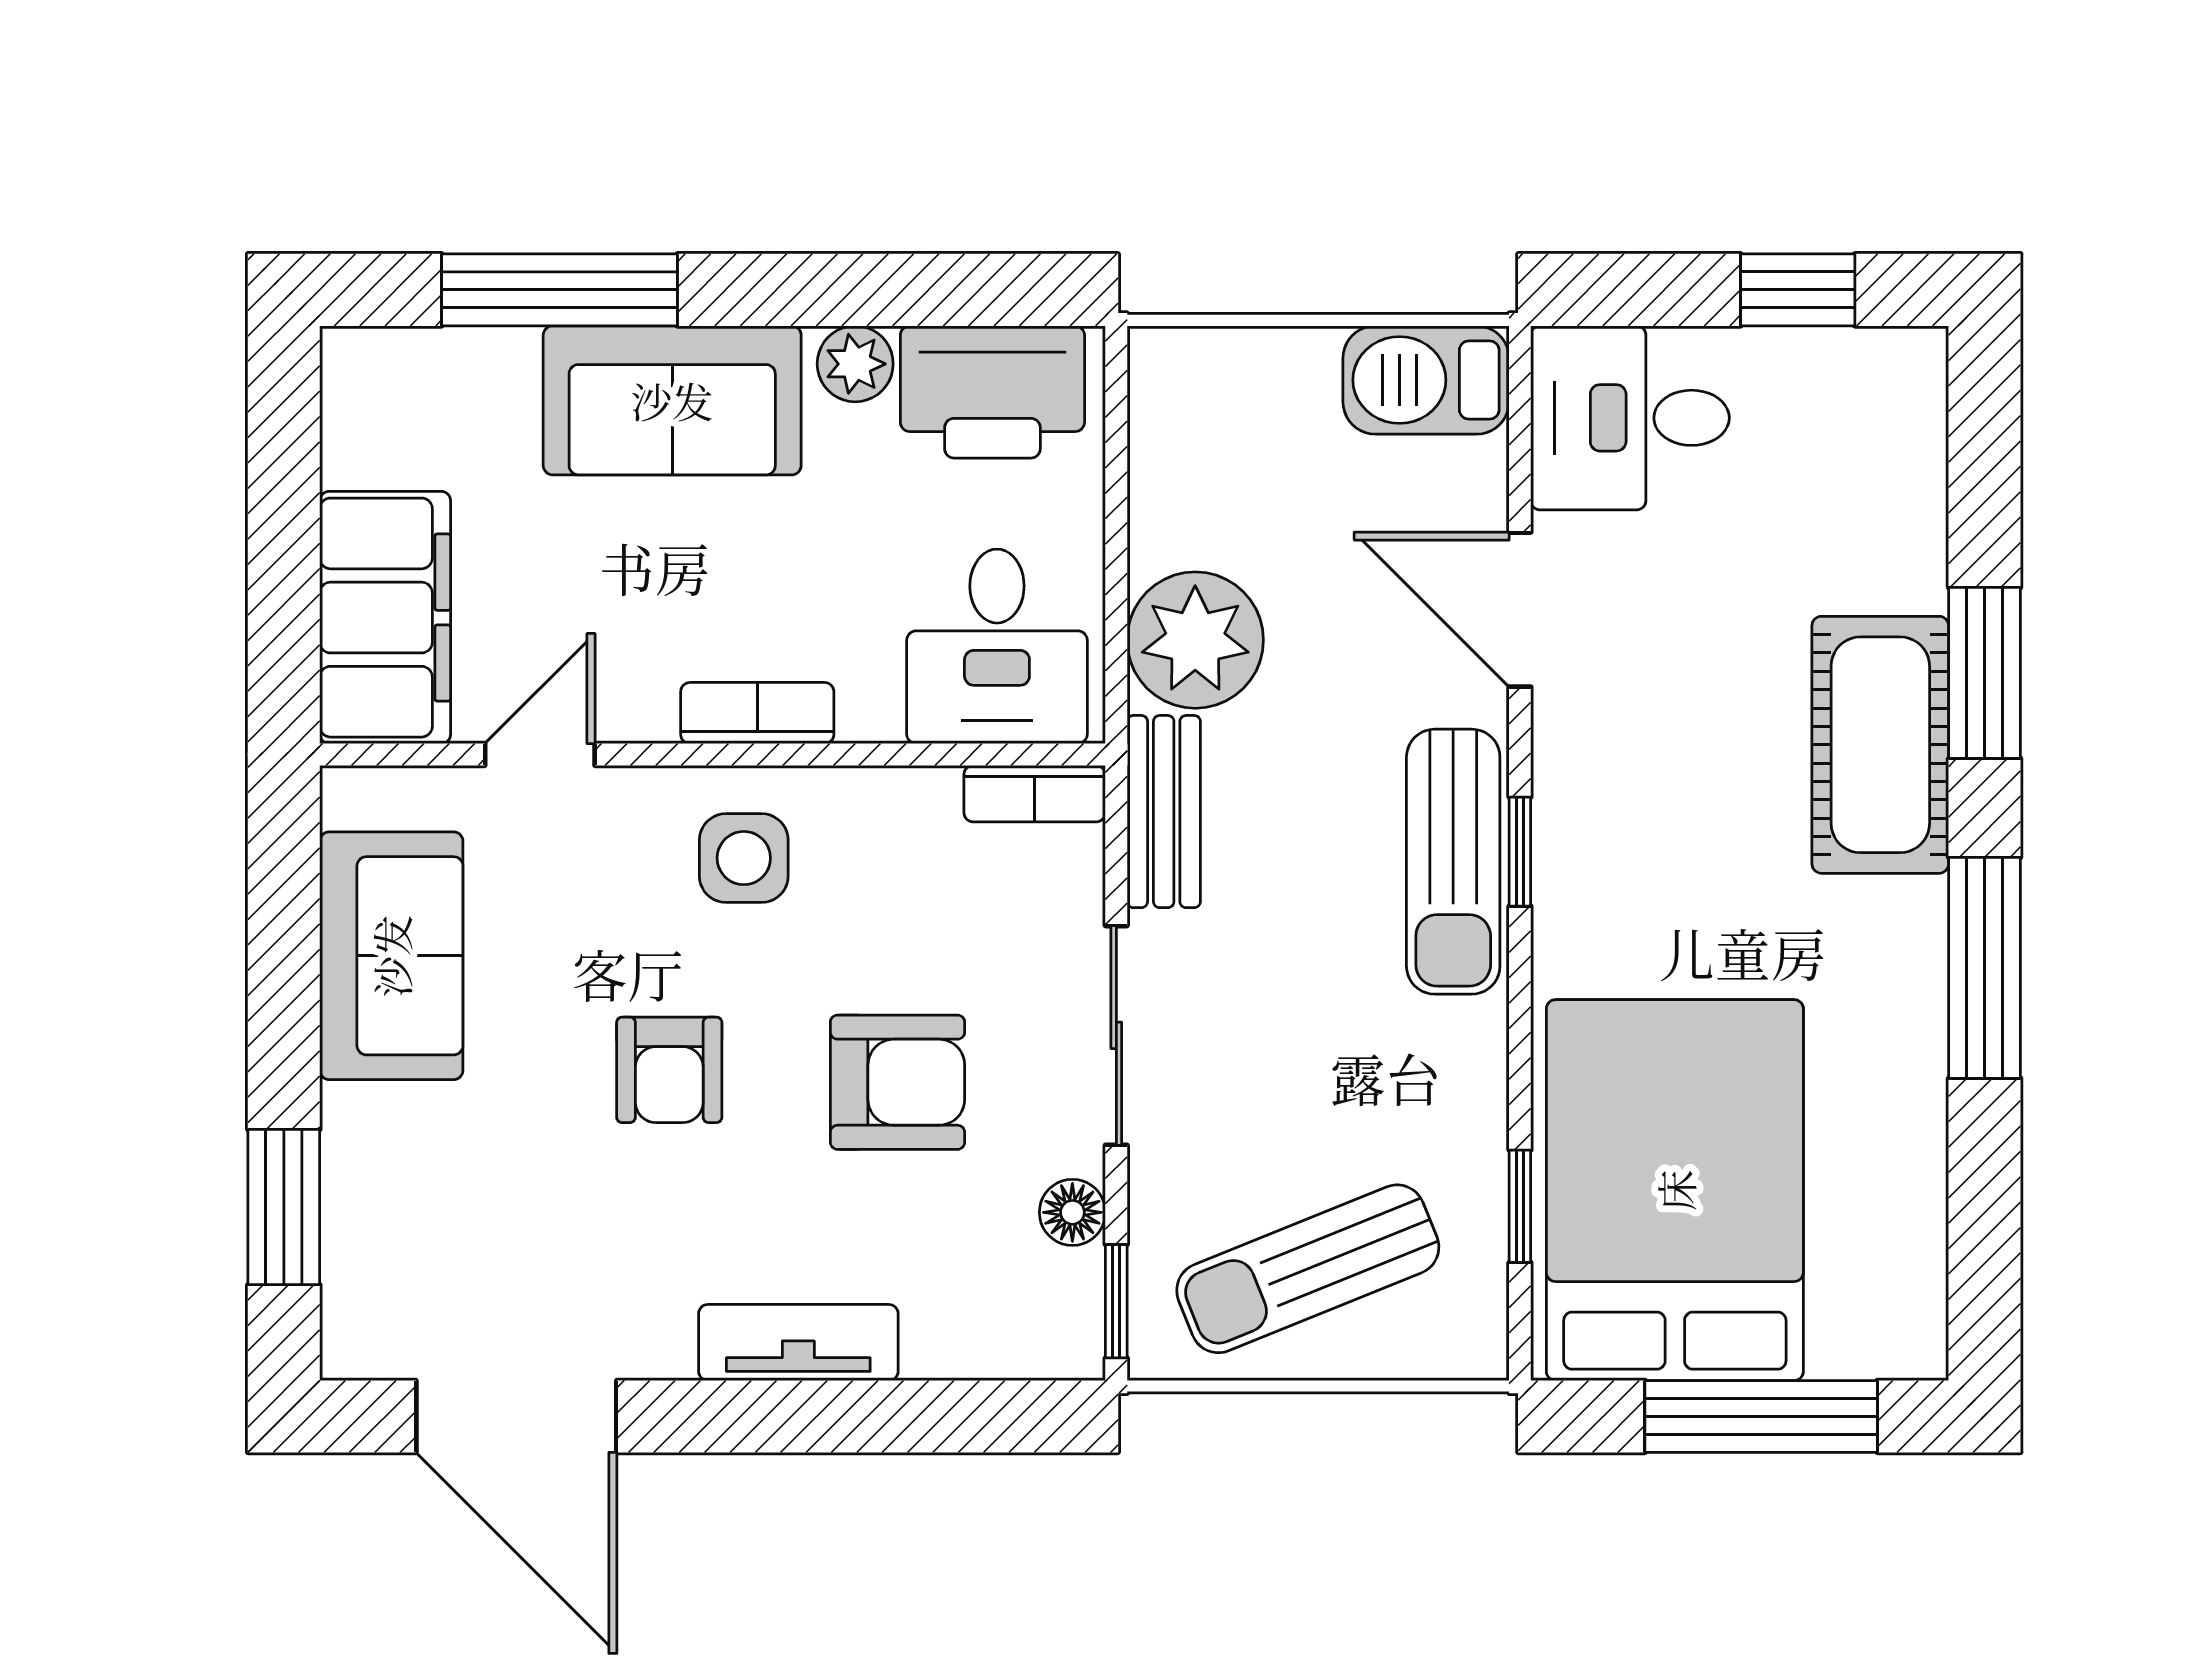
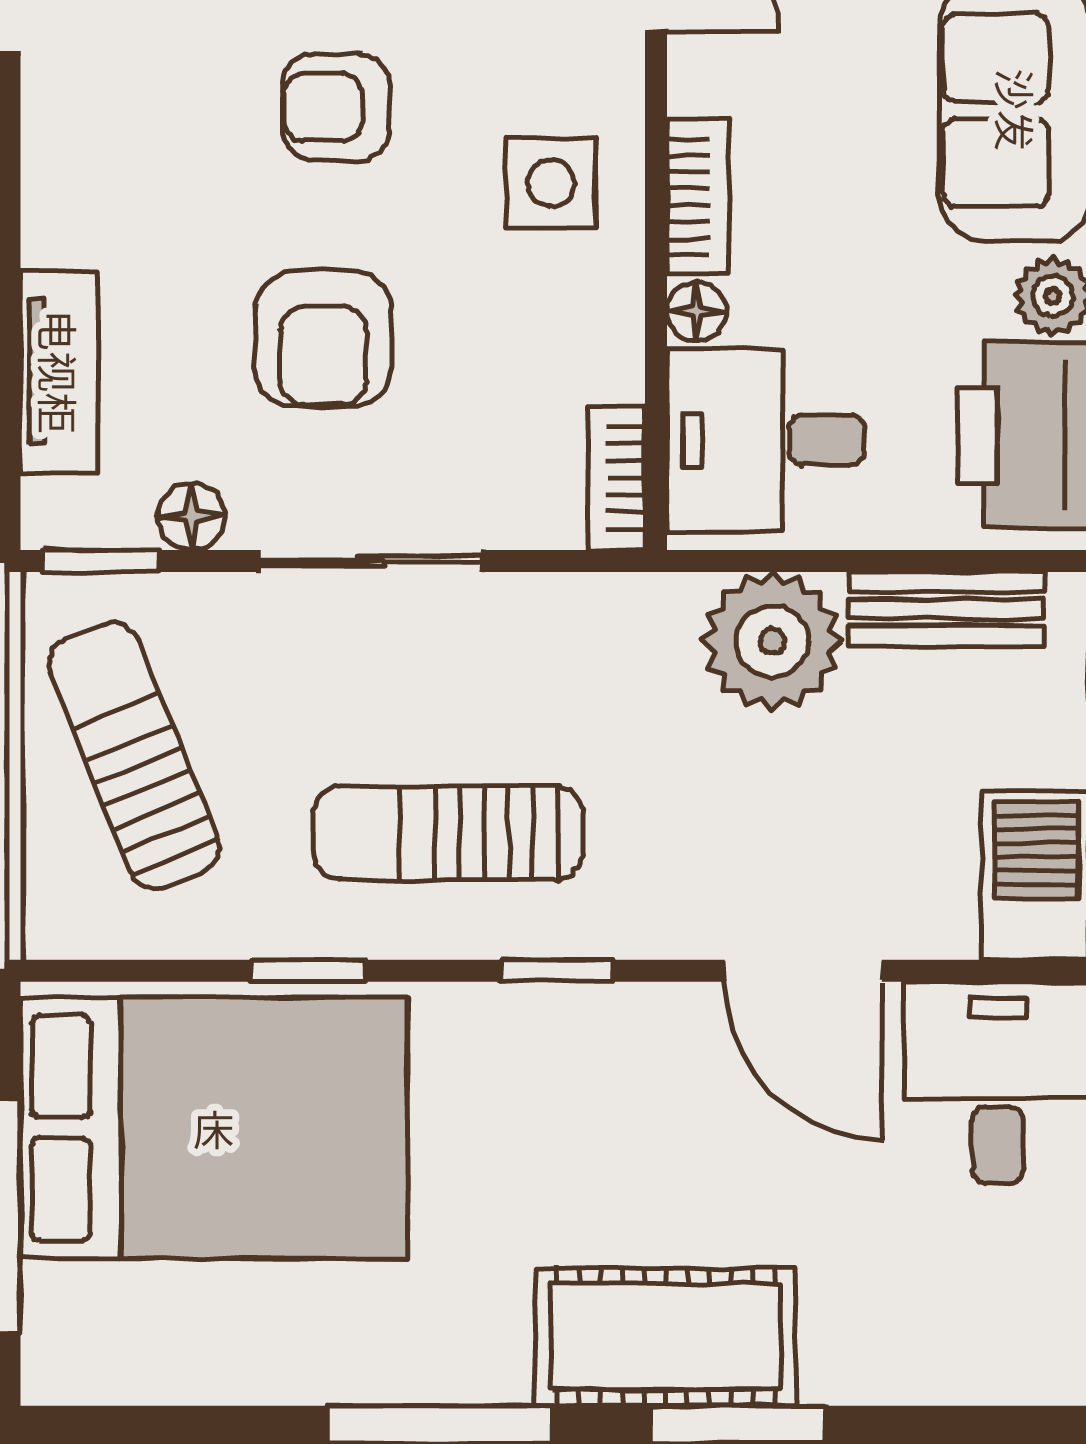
door: (1520, 610) -> (803, 971), swing flipped
floor lamp: (870, 715) -> (697, 311), added
bench: (1164, 812) -> (946, 609), moved
sun lounger: (1453, 862) -> (448, 833), moved
window: (1520, 1206) -> (308, 971), moved
tv unit: (798, 1343) -> (59, 372), moved

